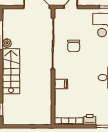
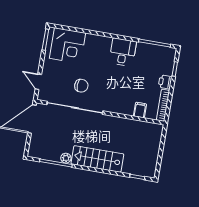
filing cabinet: (61, 84) -> (140, 110), moved

